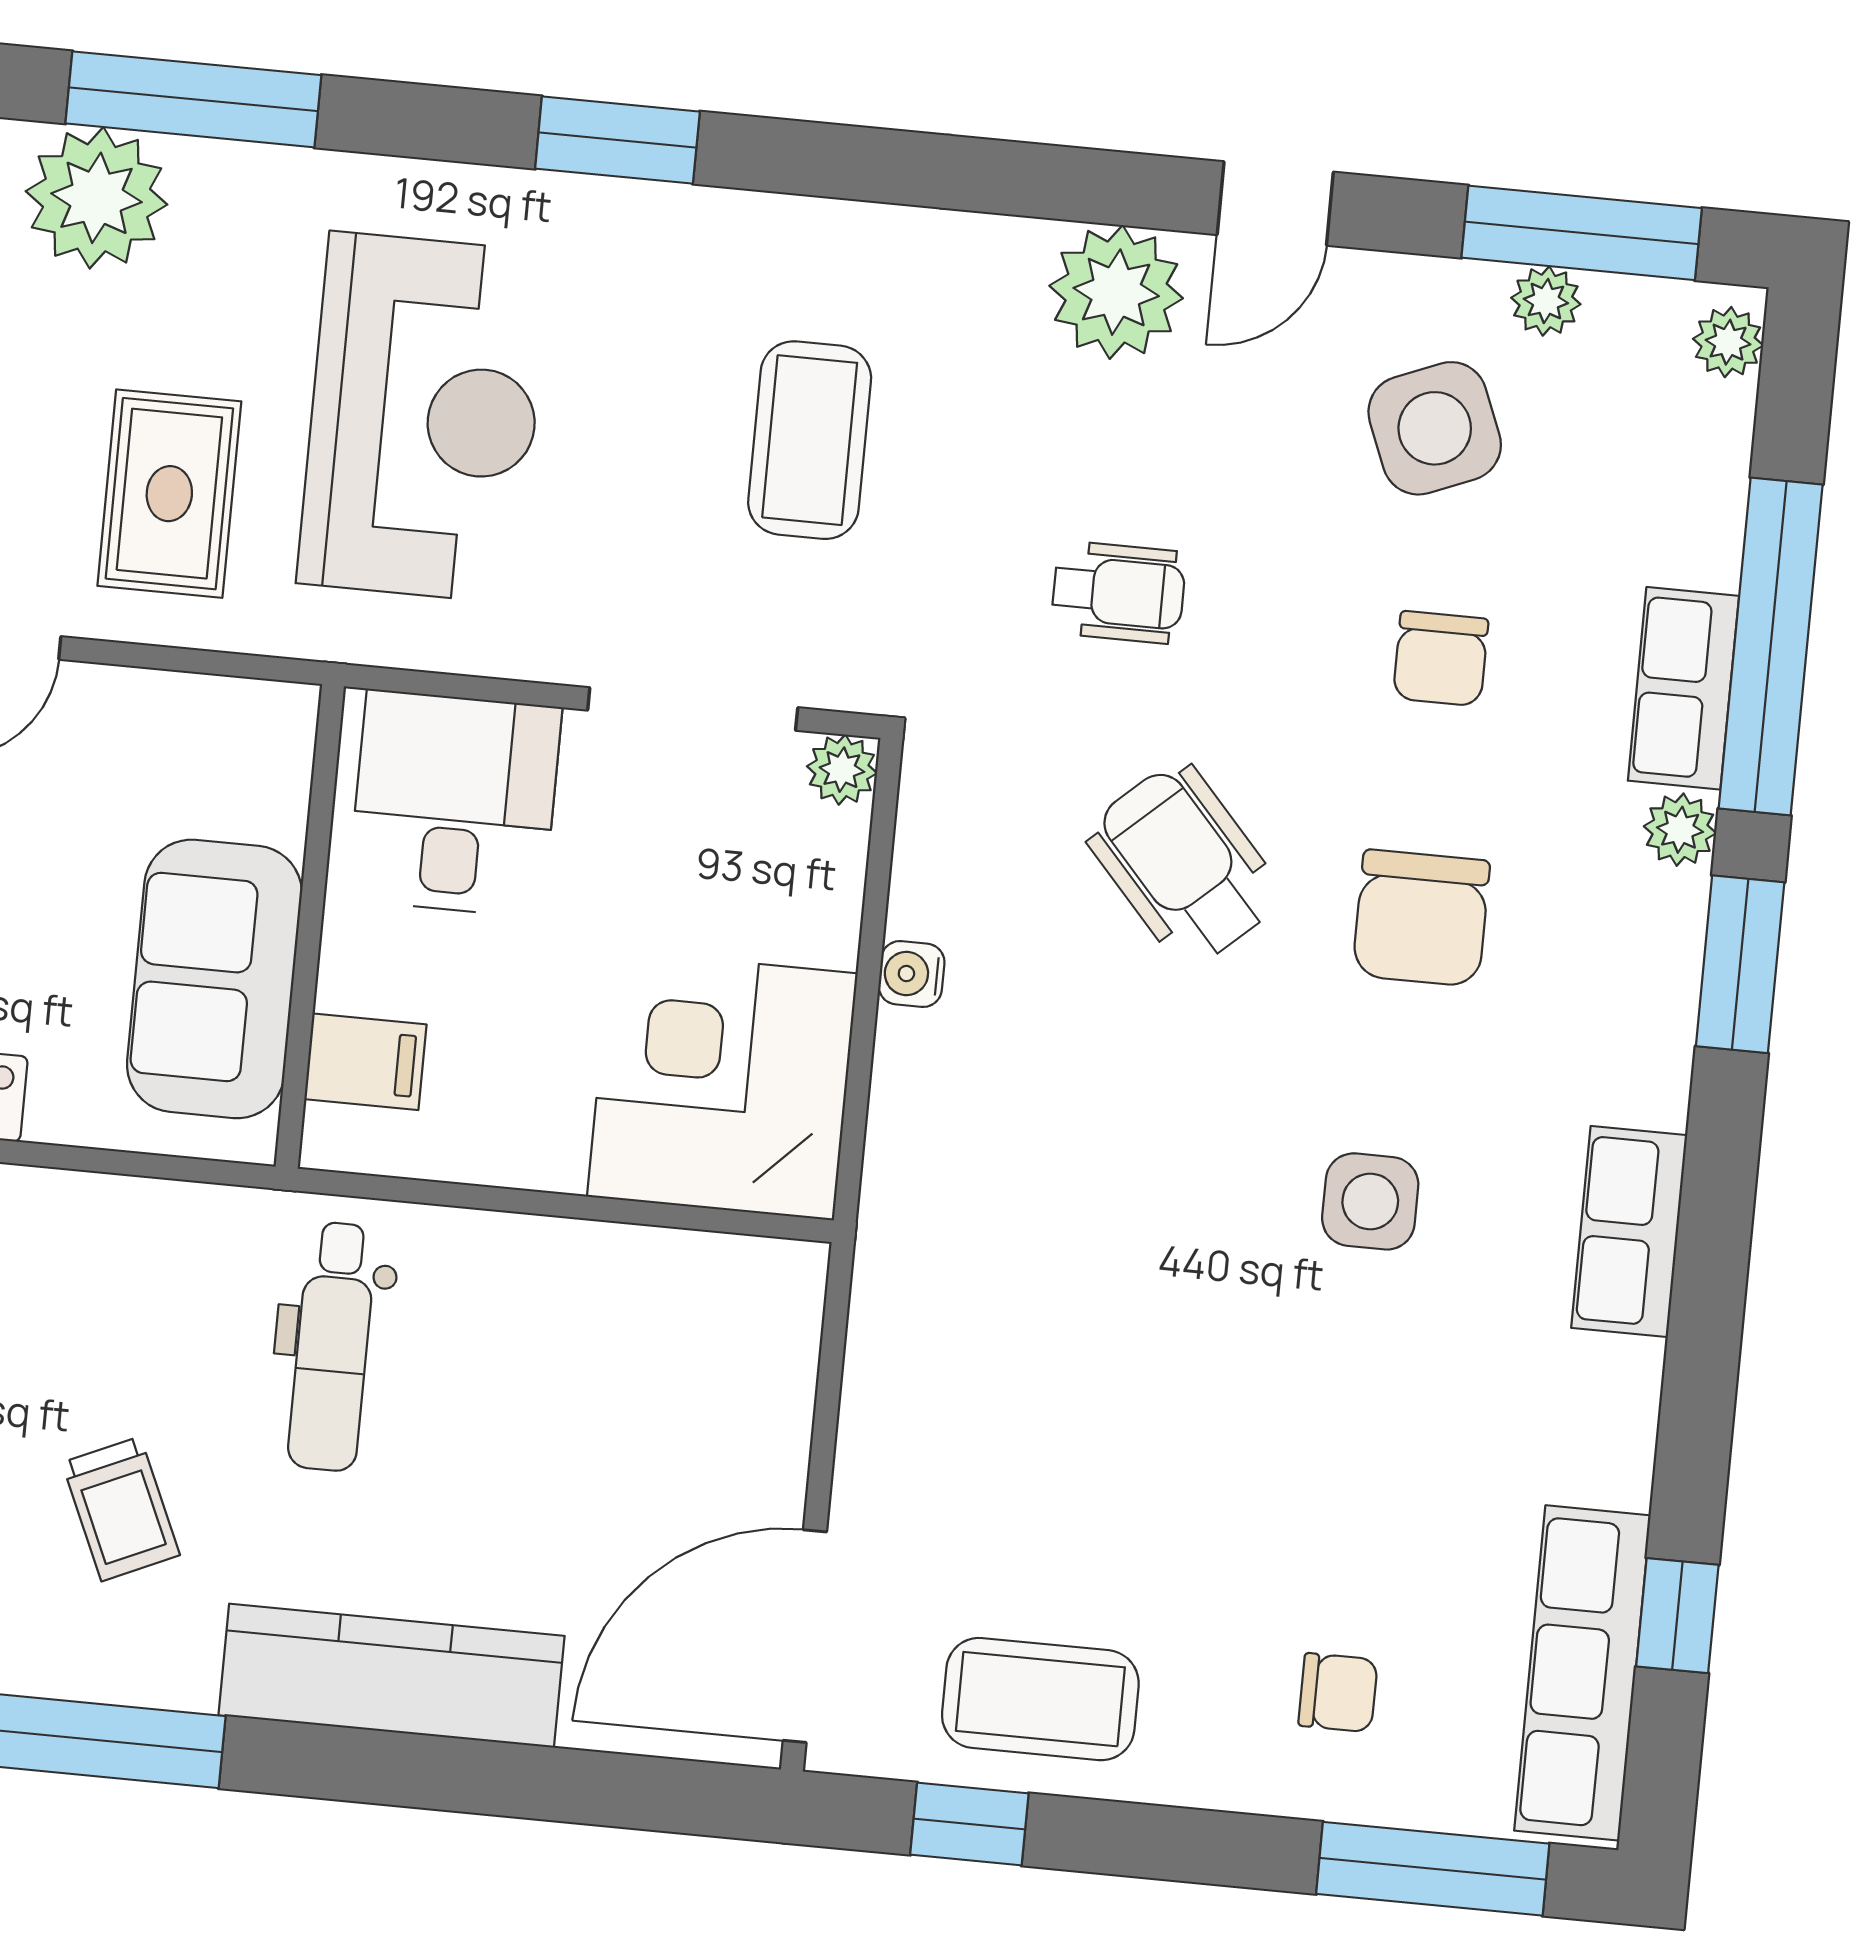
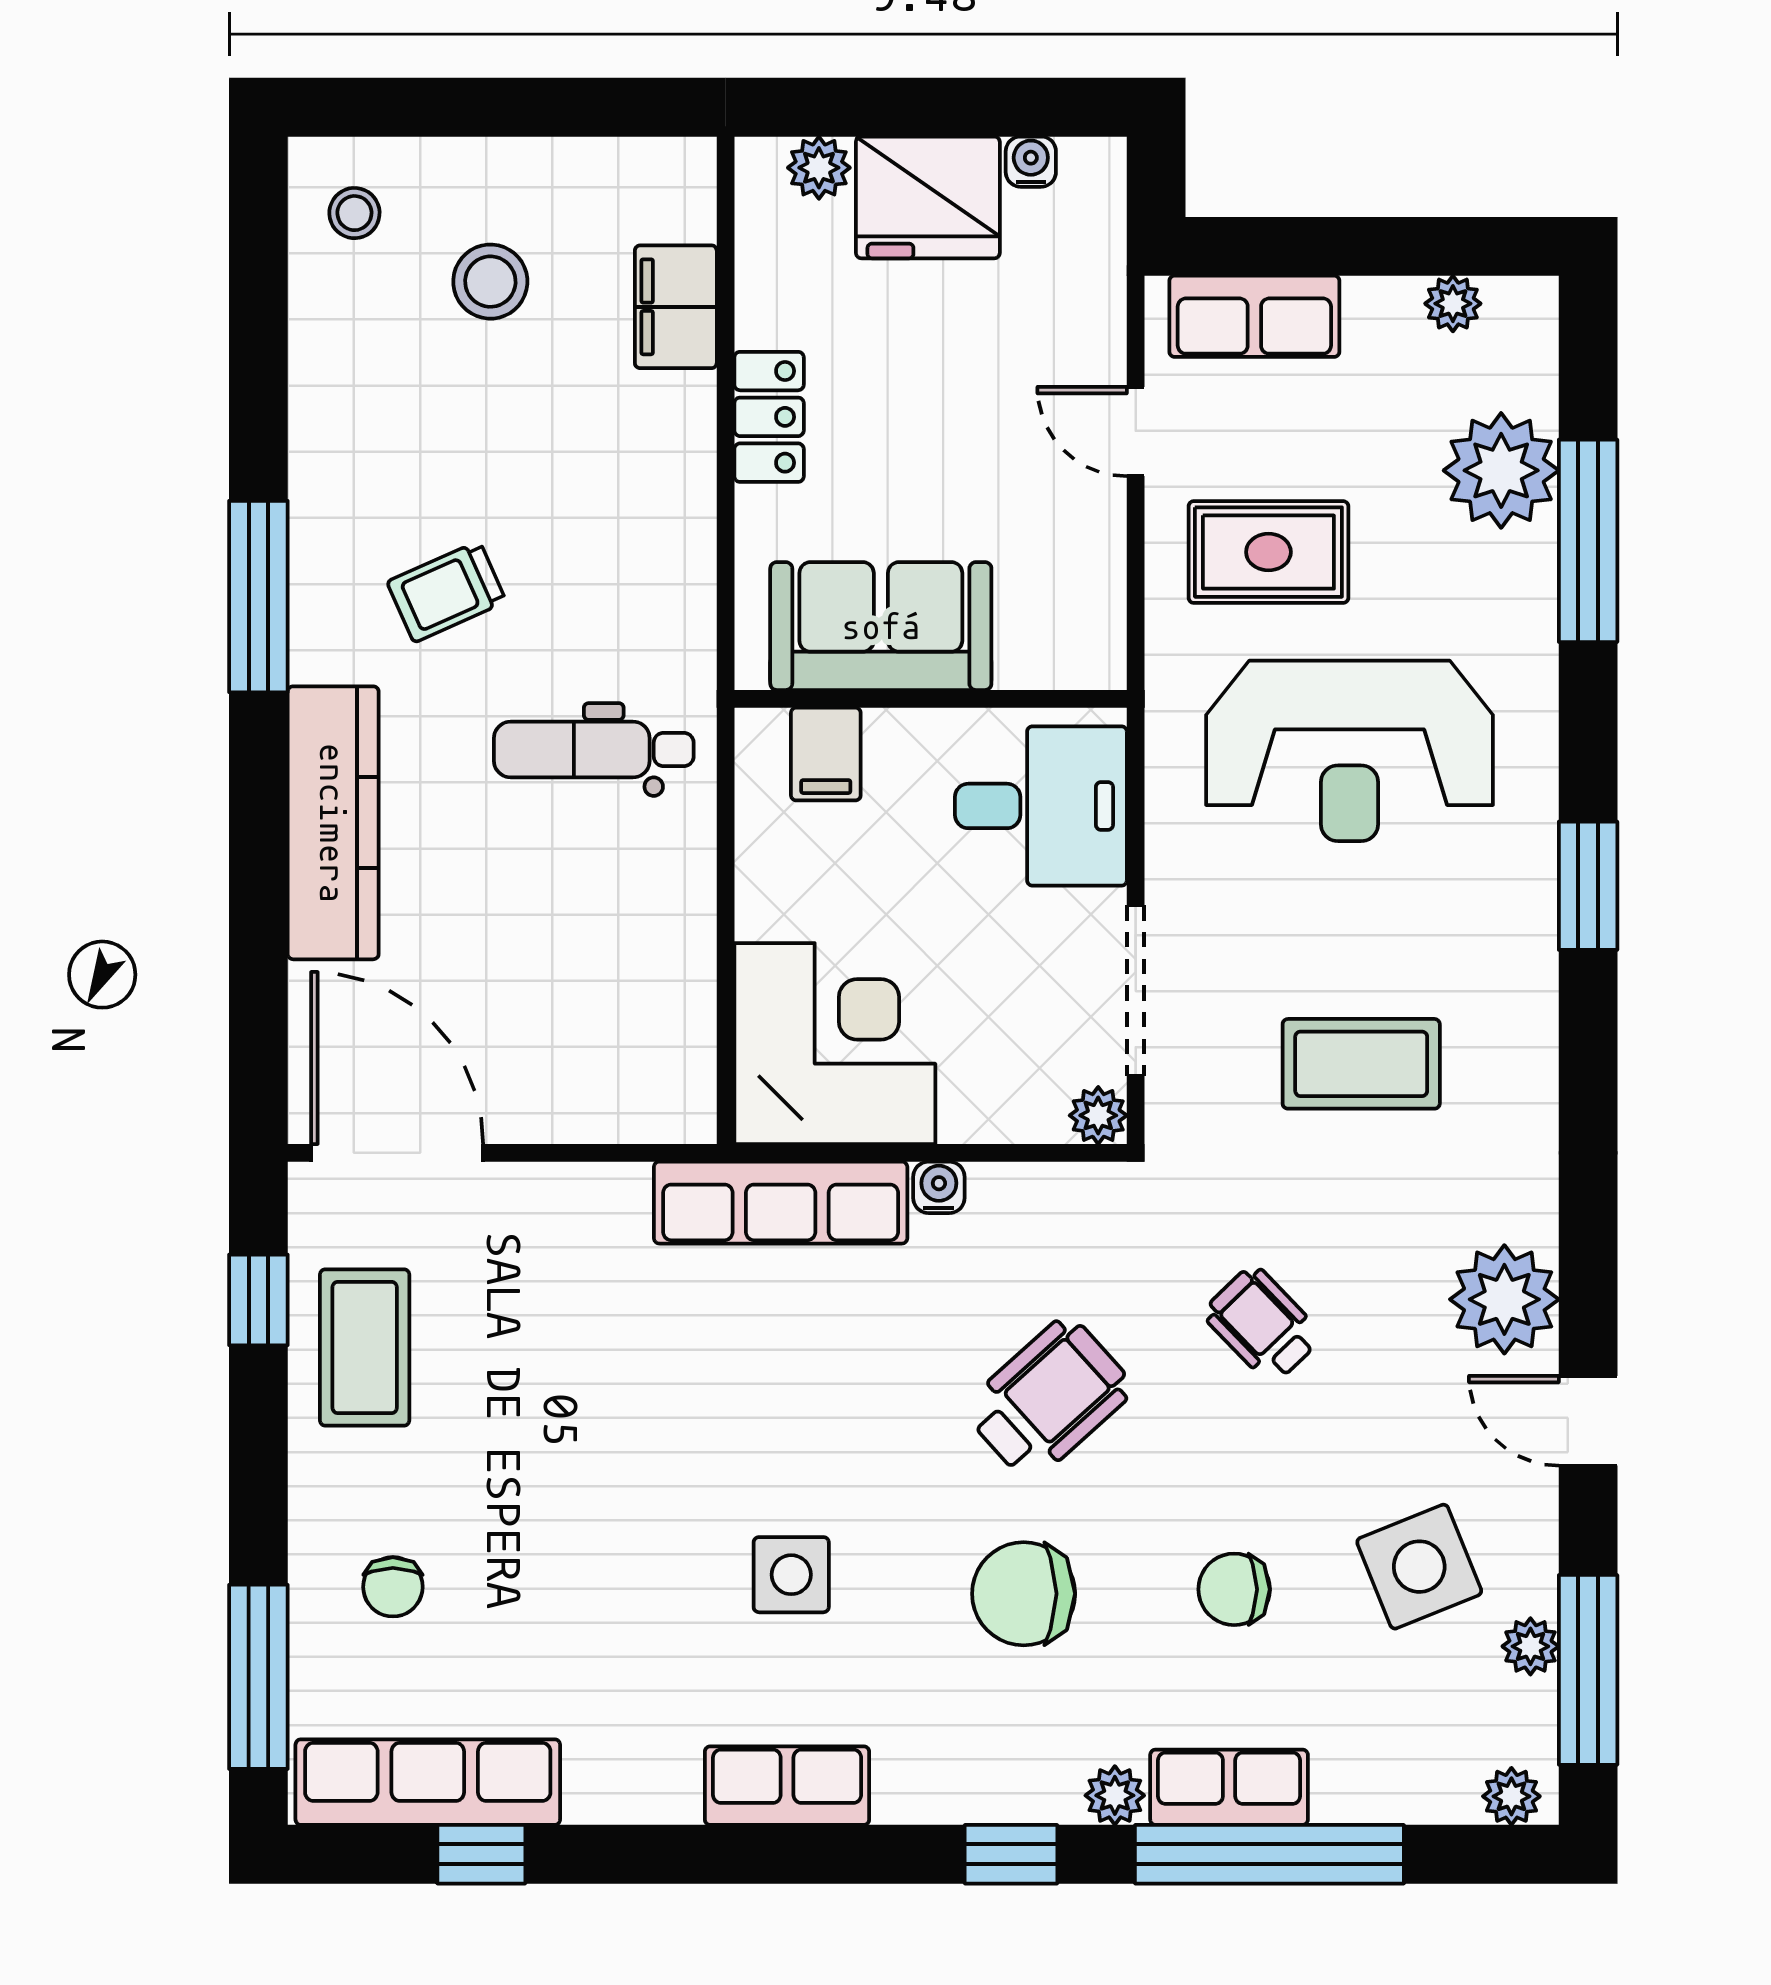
wheelchair: (1118, 592) -> (1263, 1325), turned 136
window: (1740, 964) -> (1011, 1854), width x0.67
row of seats: (911, 1170) -> (781, 1203), added

